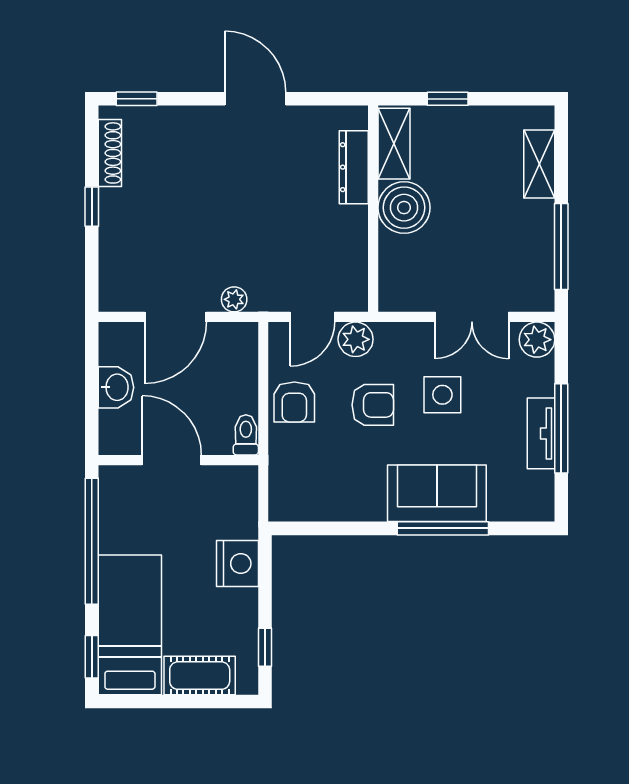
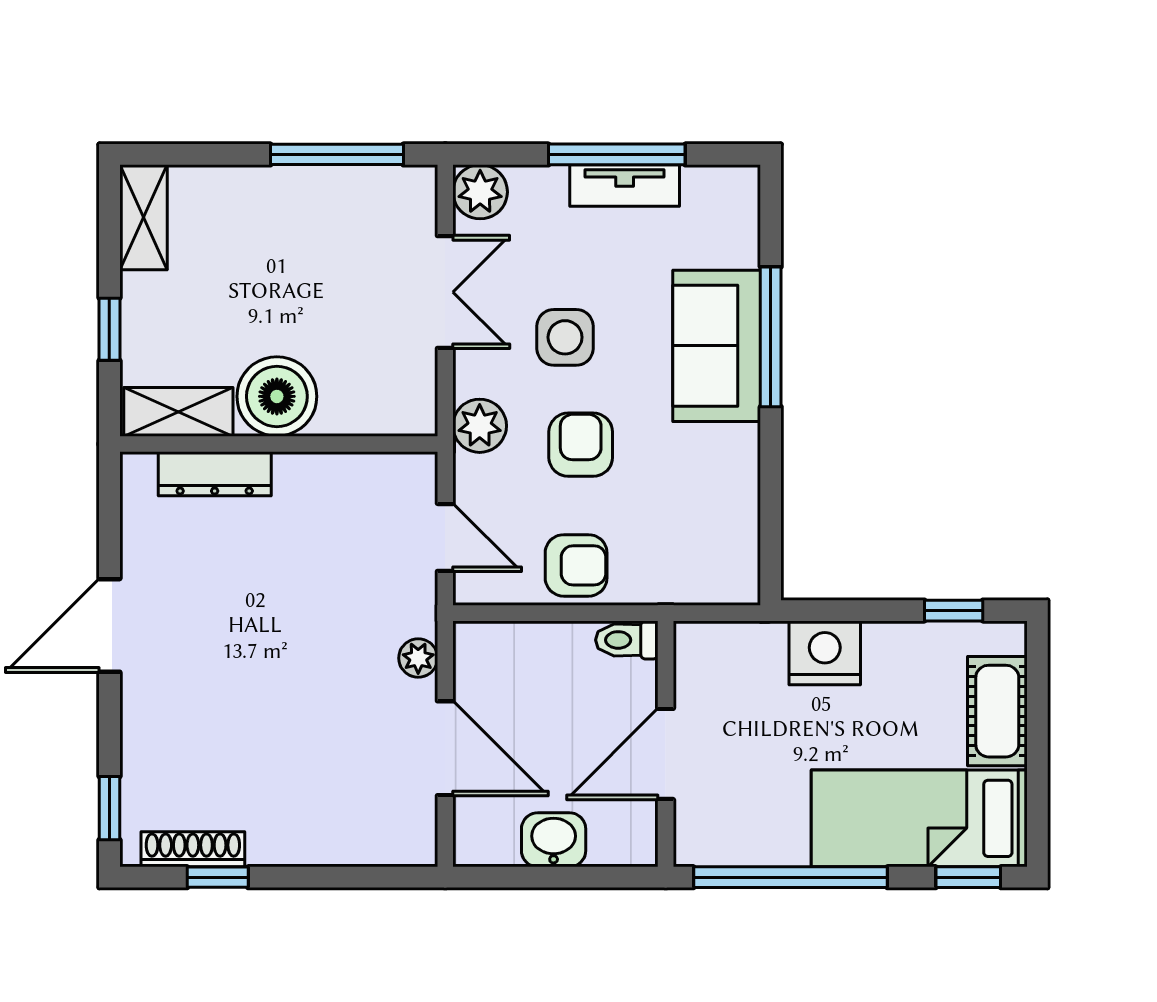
shelving: (539, 164) -> (143, 217), moved, turned 90
window: (92, 207) -> (218, 877), moved
plant: (356, 339) -> (480, 426), moved

